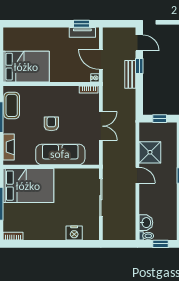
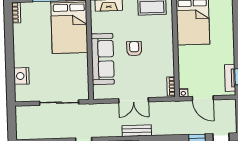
door: (101, 59) -> (203, 98), swing flipped
bench: (130, 74) -> (137, 131), moved
armchair: (51, 124) -> (134, 49), turned -90

